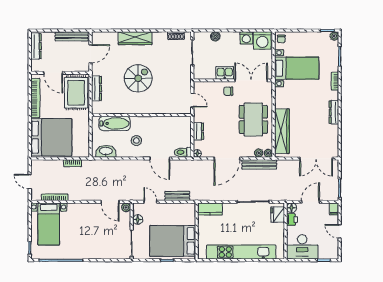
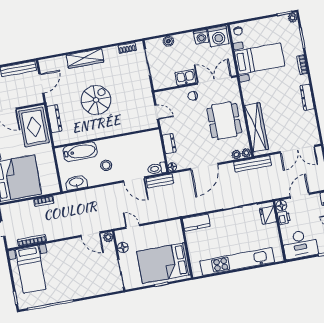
bench: (259, 164) -> (252, 164), moved
bench: (177, 196) -> (160, 181), moved

